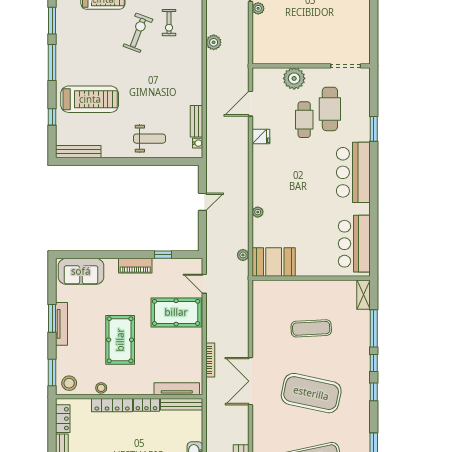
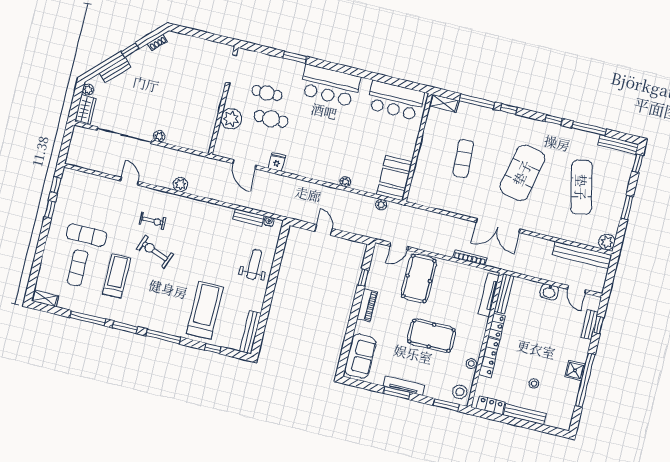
cafe table: (330, 109) -> (267, 93), width x0.73, depth x0.74
window: (374, 392) -> (554, 120), moved

